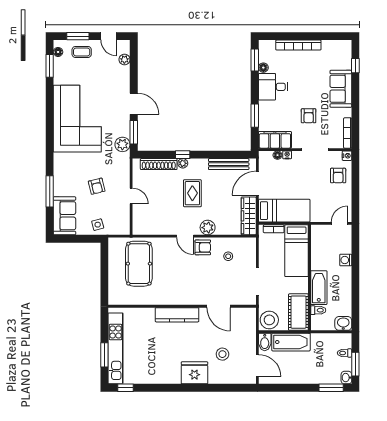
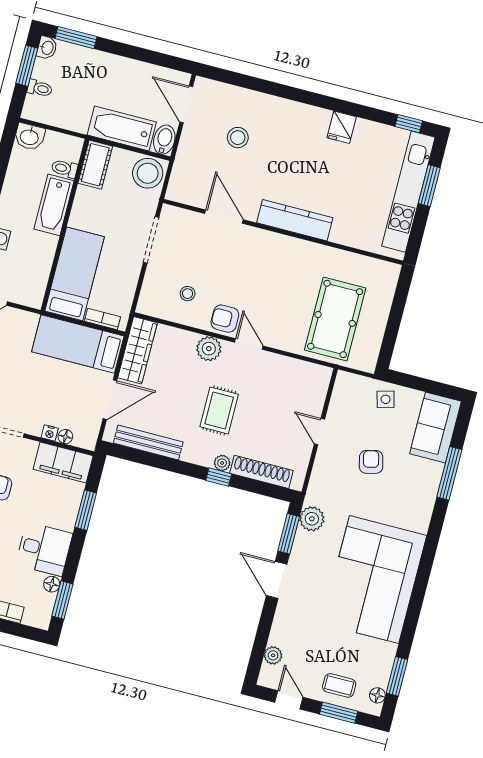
cot: (298, 312) -> (95, 165), width x0.73, depth x0.75
fridge: (194, 373) -> (342, 127), moved, width x0.53, depth x0.75

